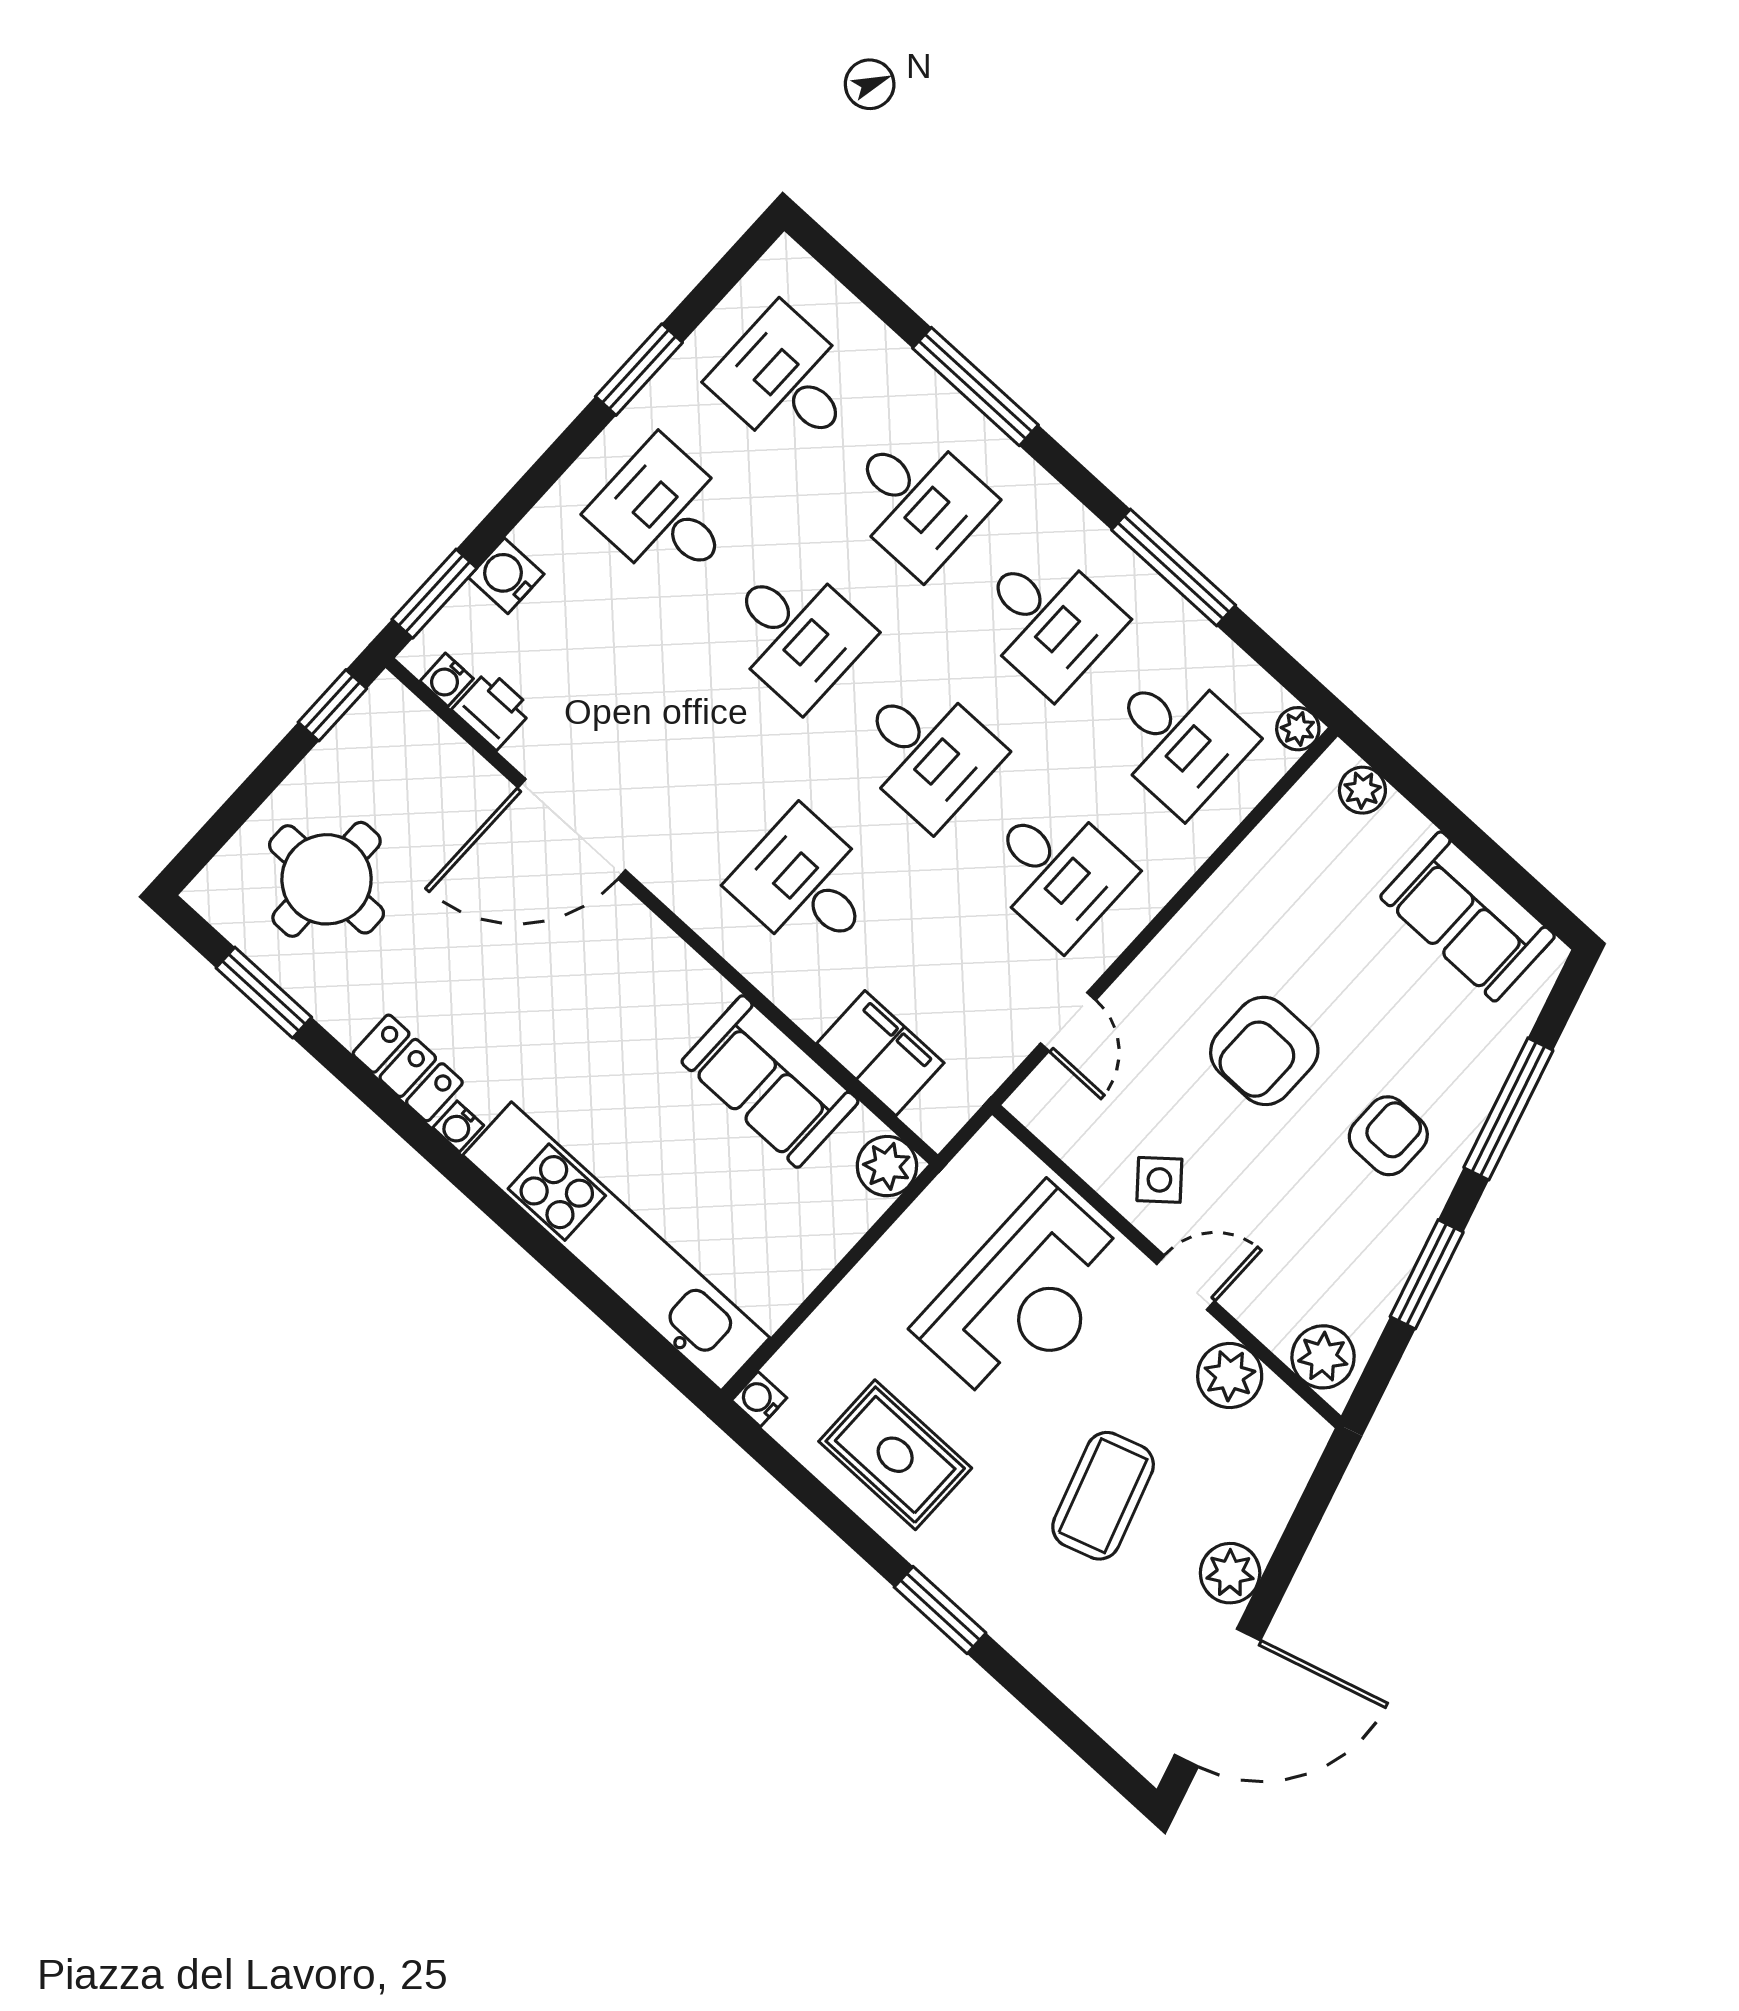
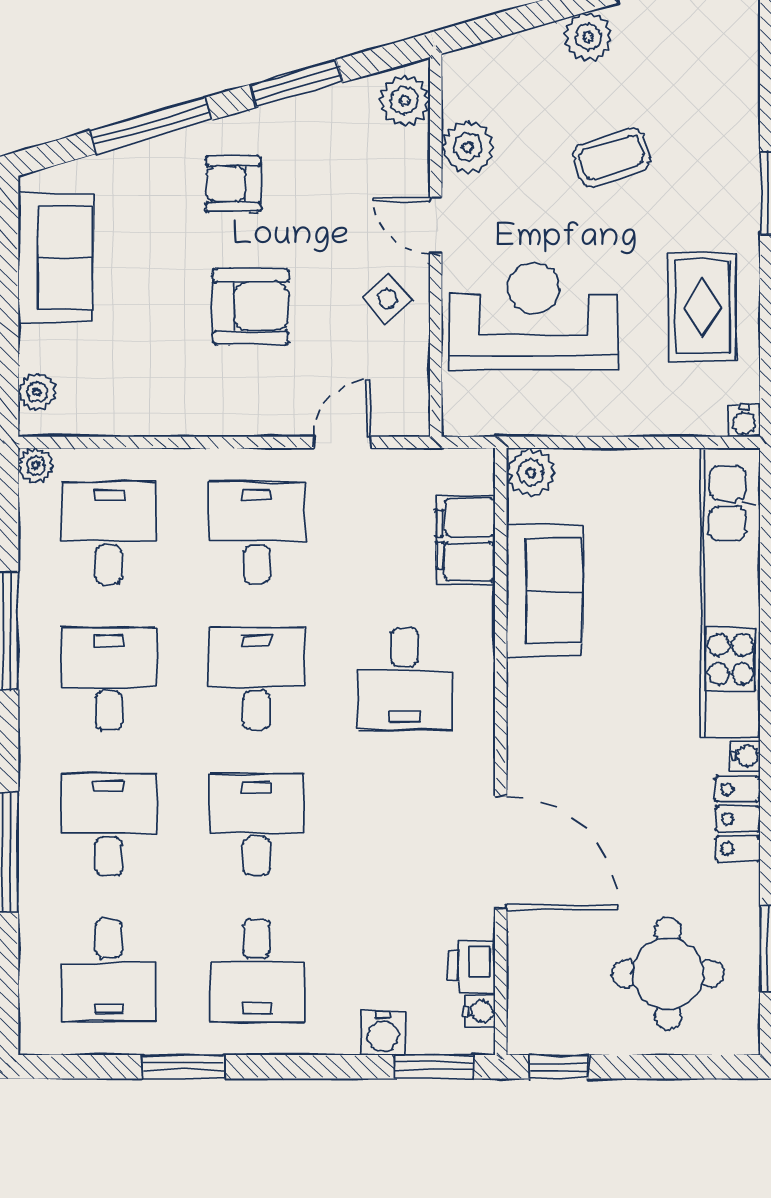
coffee table: (1103, 1496) -> (611, 157), width x0.73, depth x0.77

